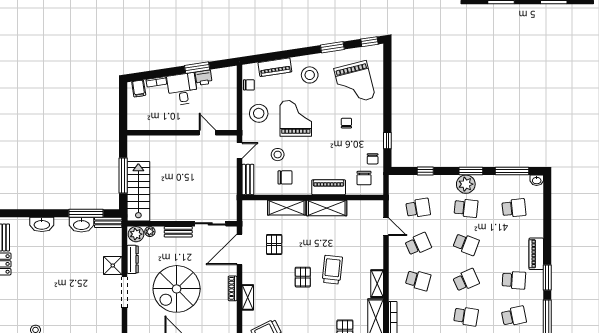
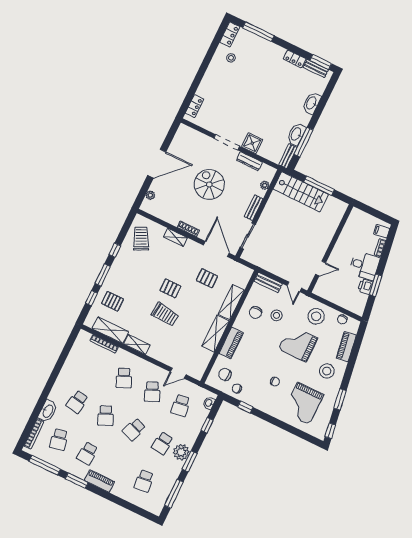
grand piano: (355, 83) -> (303, 403), turned -76
grand piano: (296, 118) -> (298, 344), turned 180
washbasin: (537, 180) -> (209, 403), moved
plant: (136, 234) -> (268, 174), removed
school desk: (418, 280) -> (124, 378), turned -39
spiral stairs: (177, 289) -> (209, 184), width x0.73, depth x0.73

